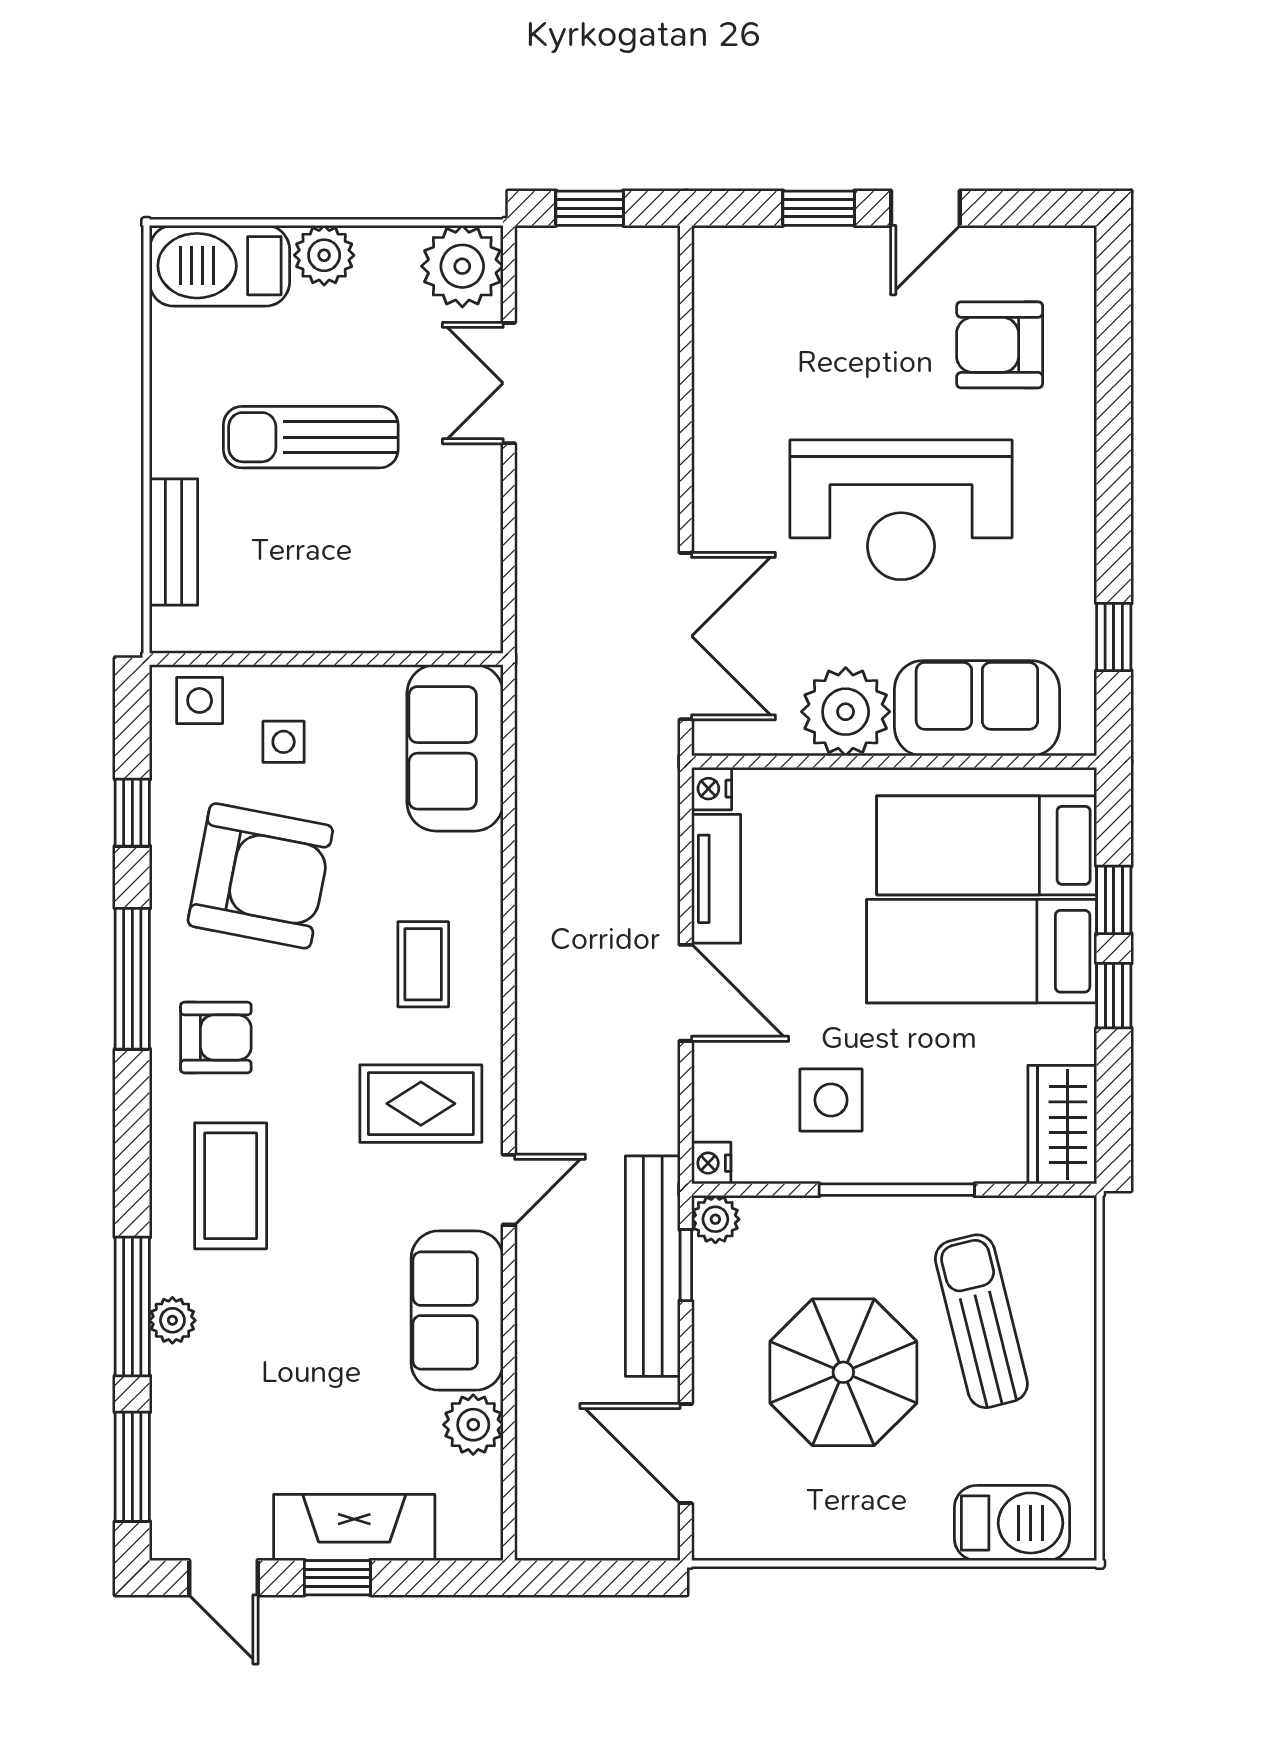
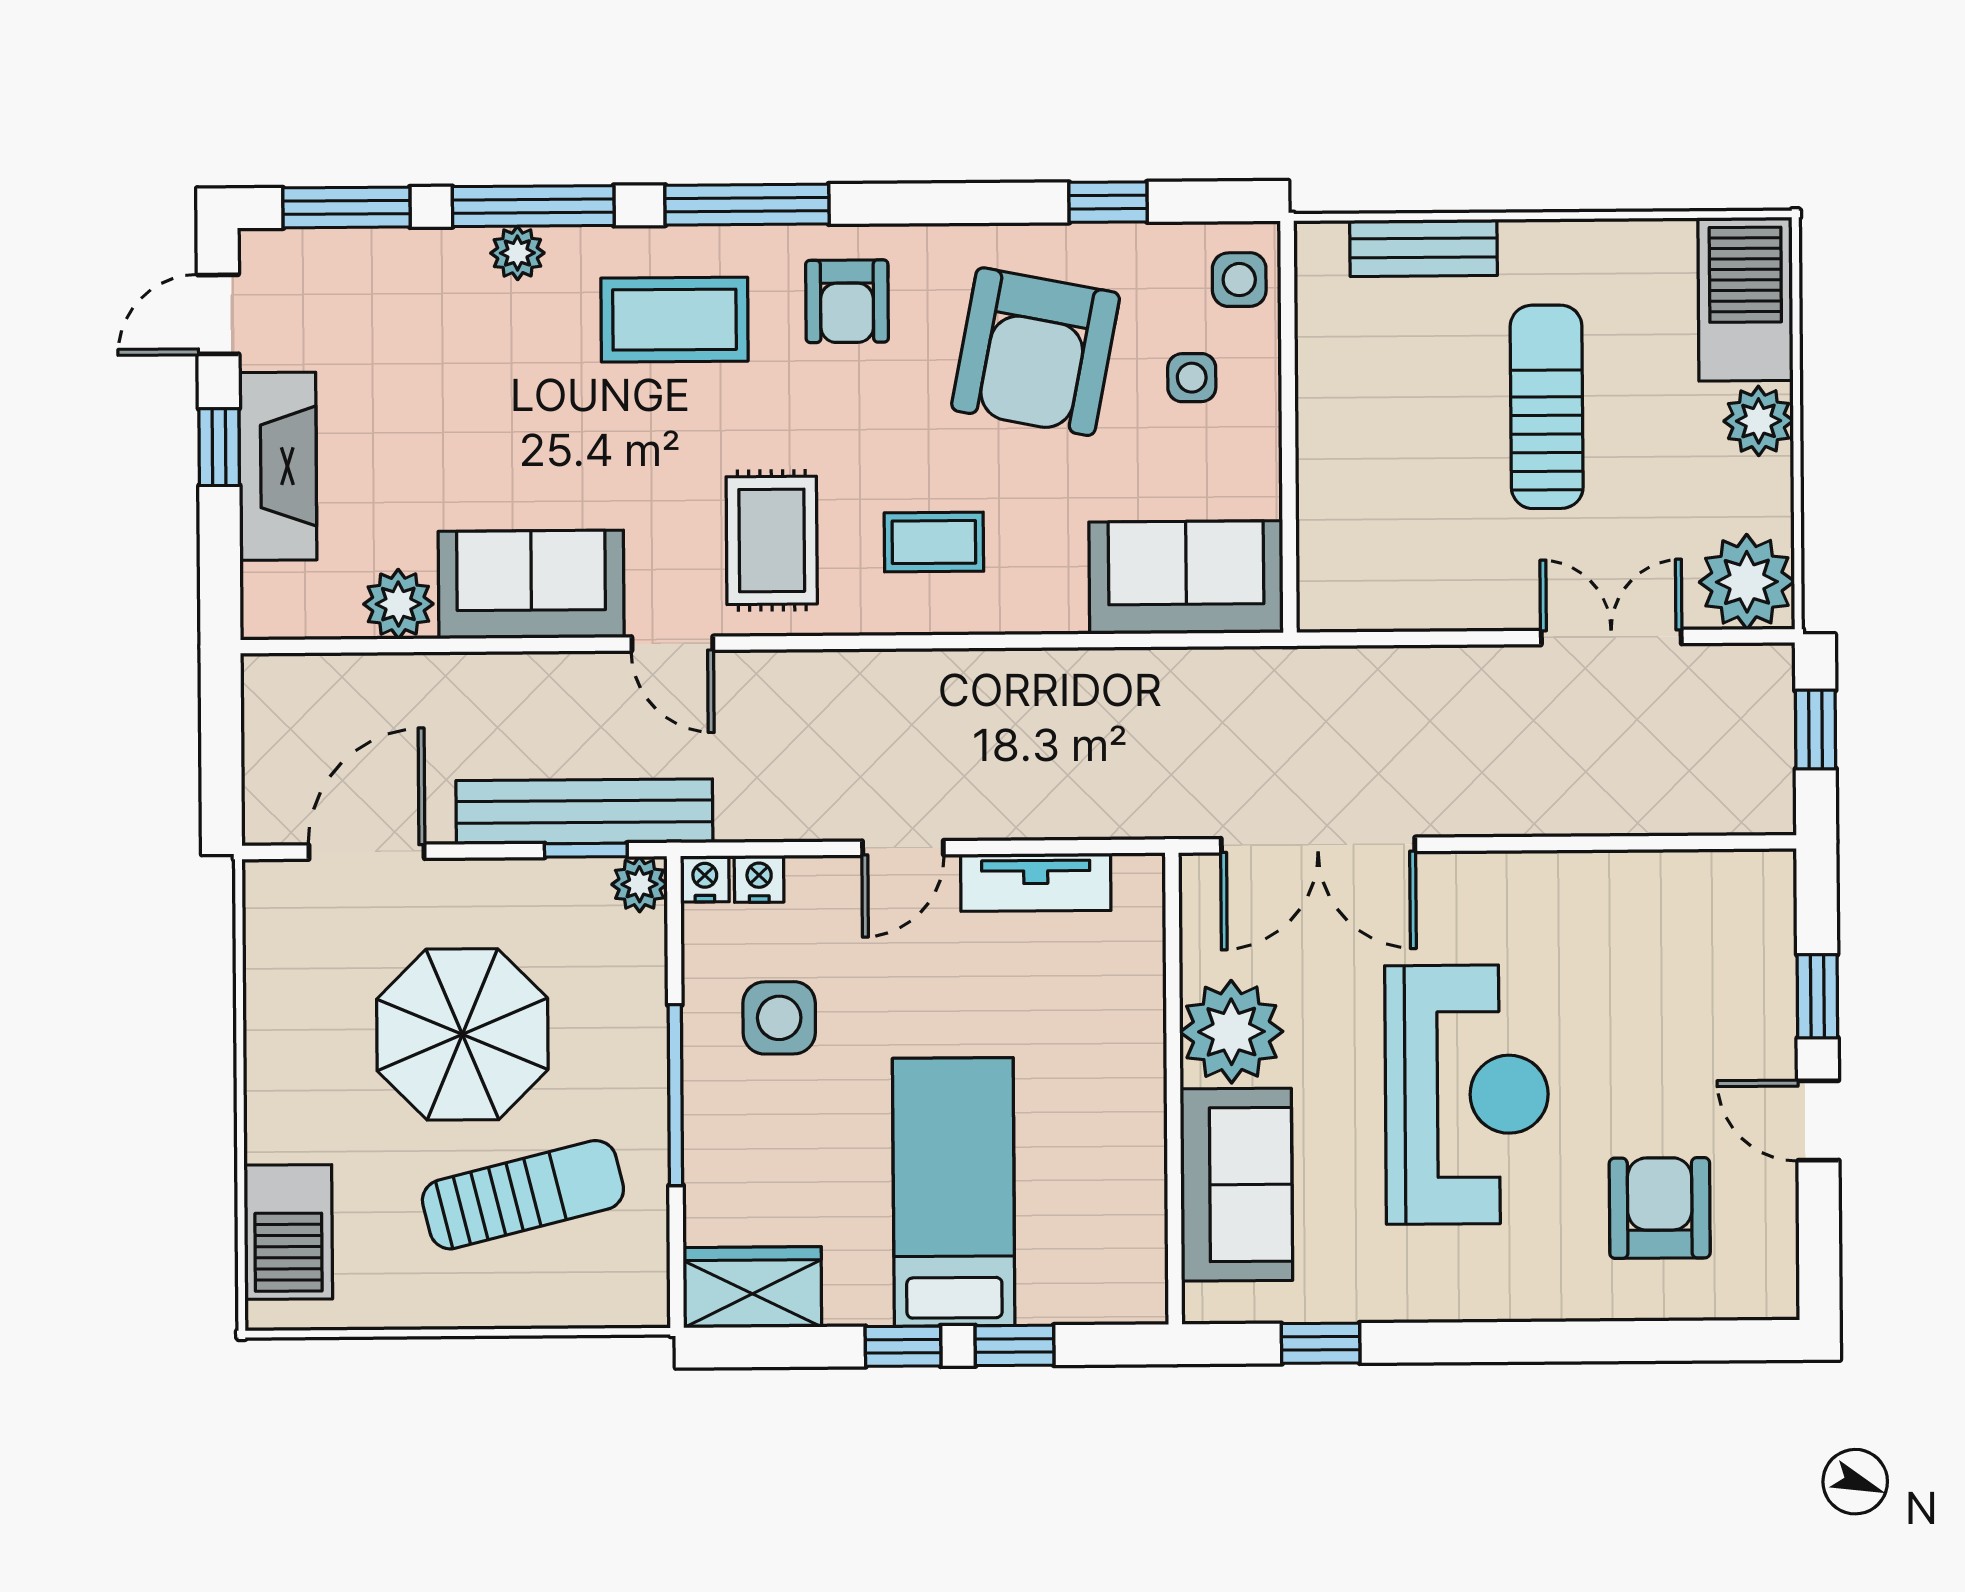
reception desk: (901, 510) -> (1467, 1095), turned 180
nightstand: (712, 789) -> (759, 879), moved
bed: (987, 845) -> (1077, 1197), removed
window: (132, 979) -> (747, 205), moved
door: (686, 993) -> (903, 848), width x0.73

